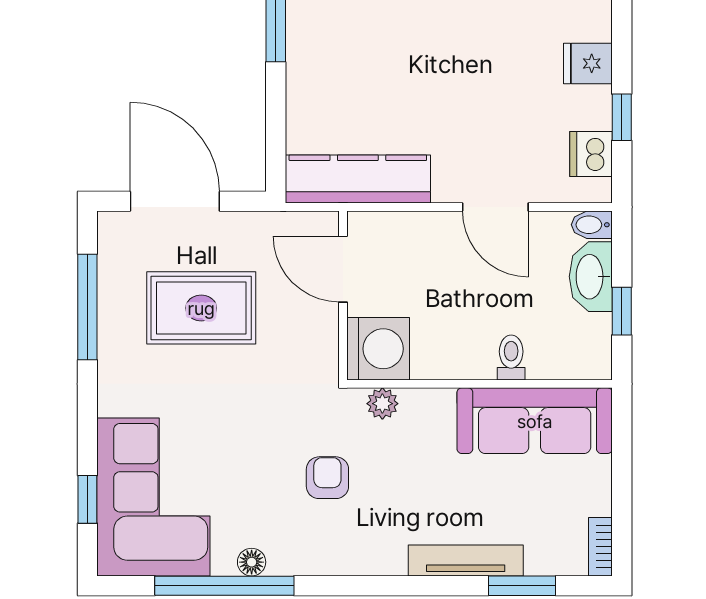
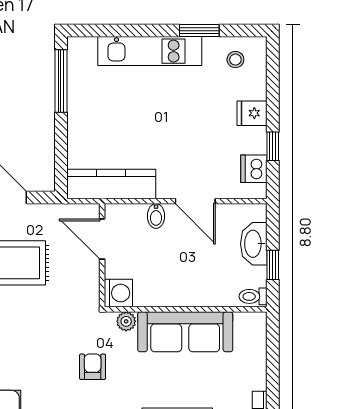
bidet: (592, 225) -> (156, 216), moved, turned -90
washing machine: (378, 349) -> (118, 293), width x0.73, depth x0.73
toilet: (511, 357) -> (253, 296), moved, turned -90
sofa: (535, 421) -> (185, 332), moved

